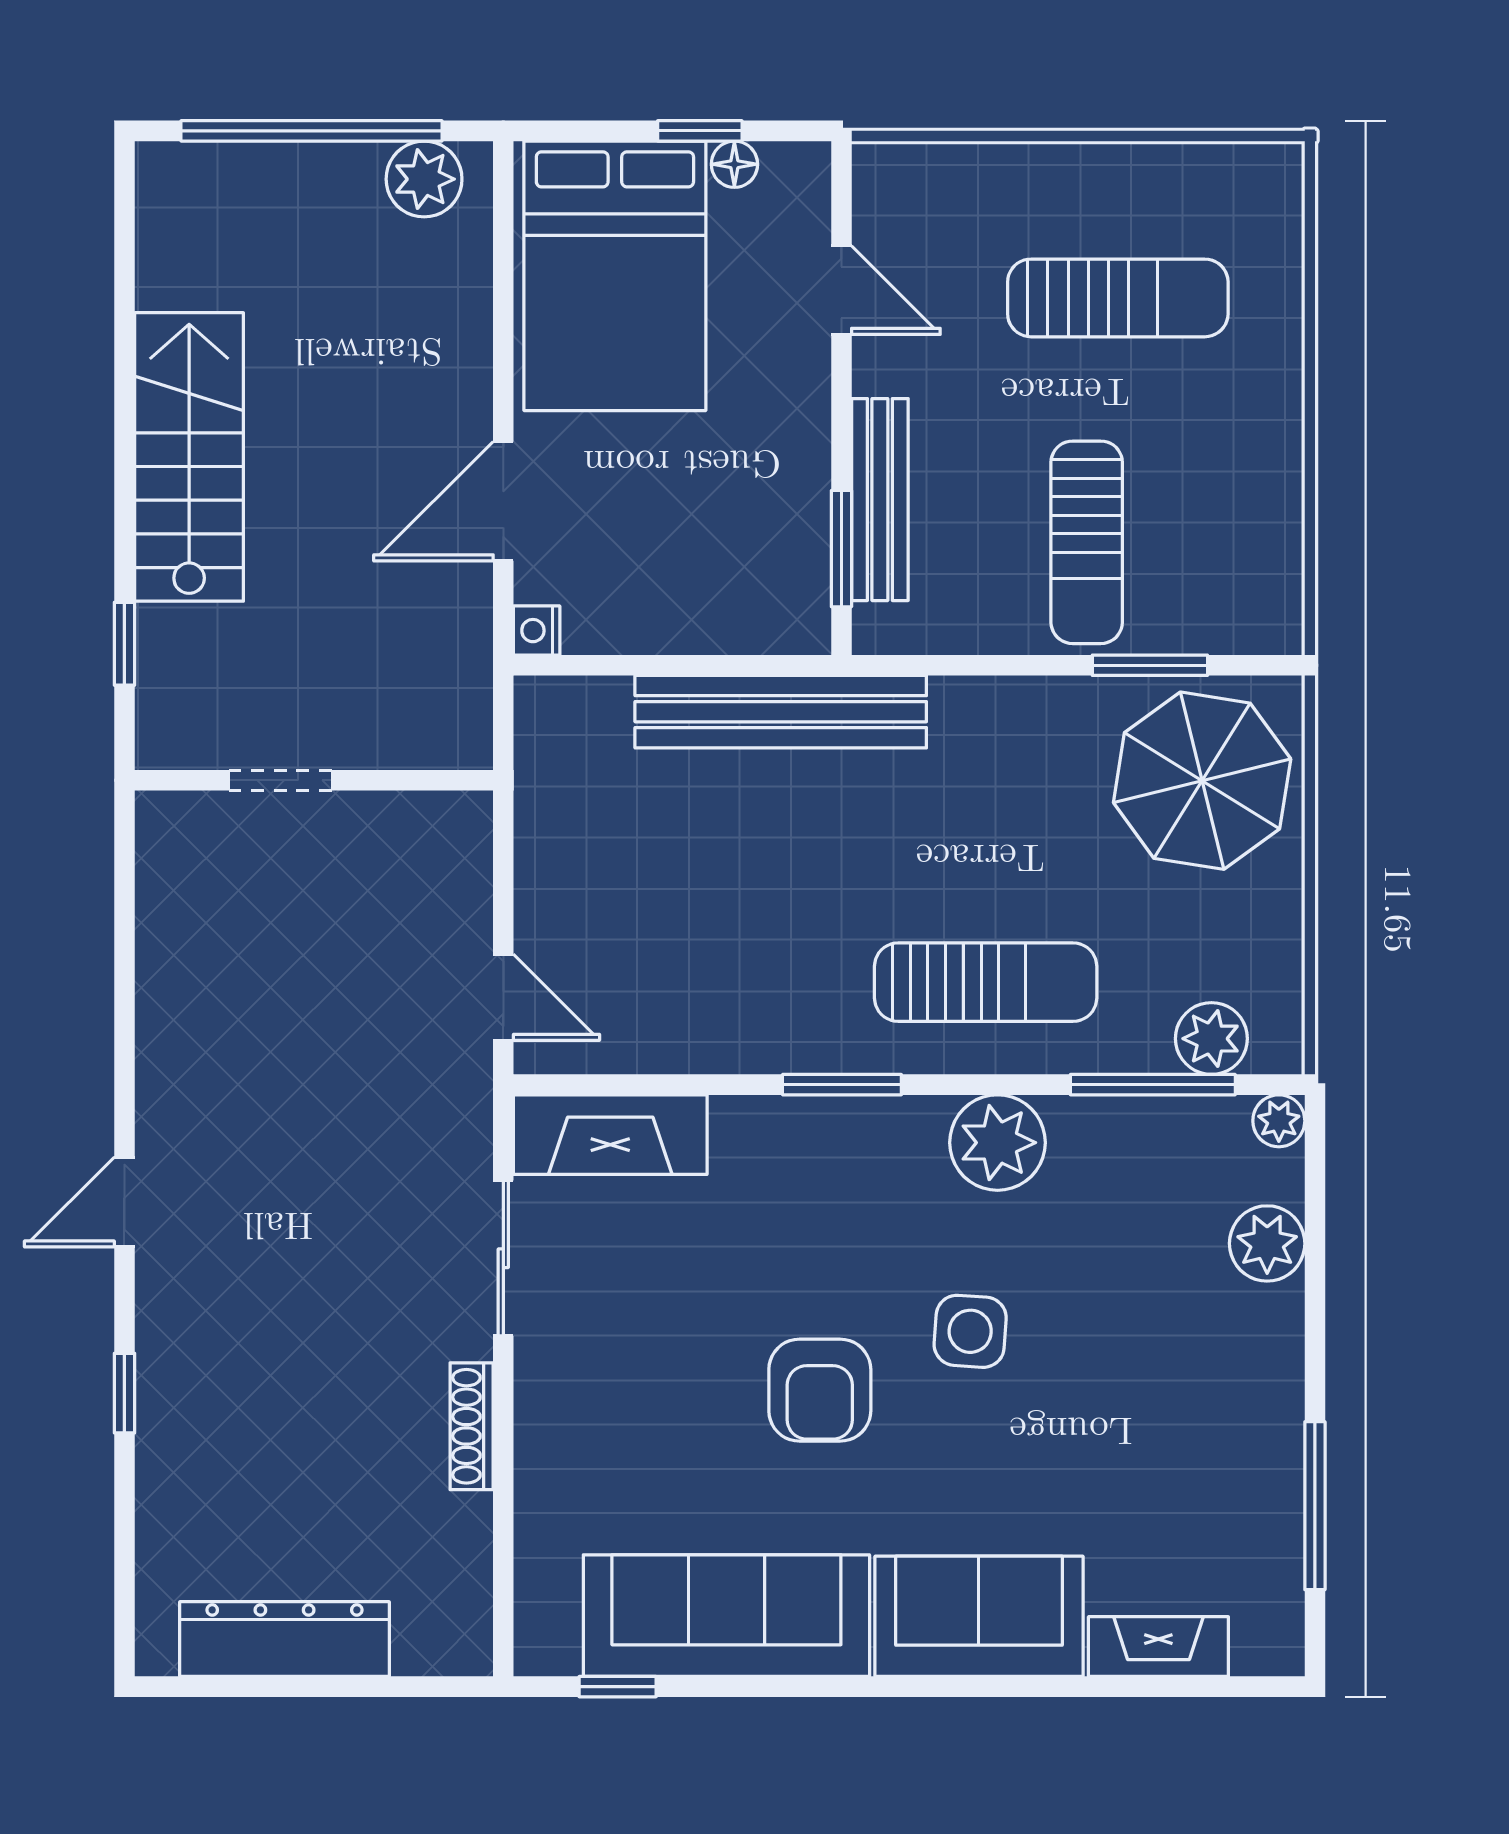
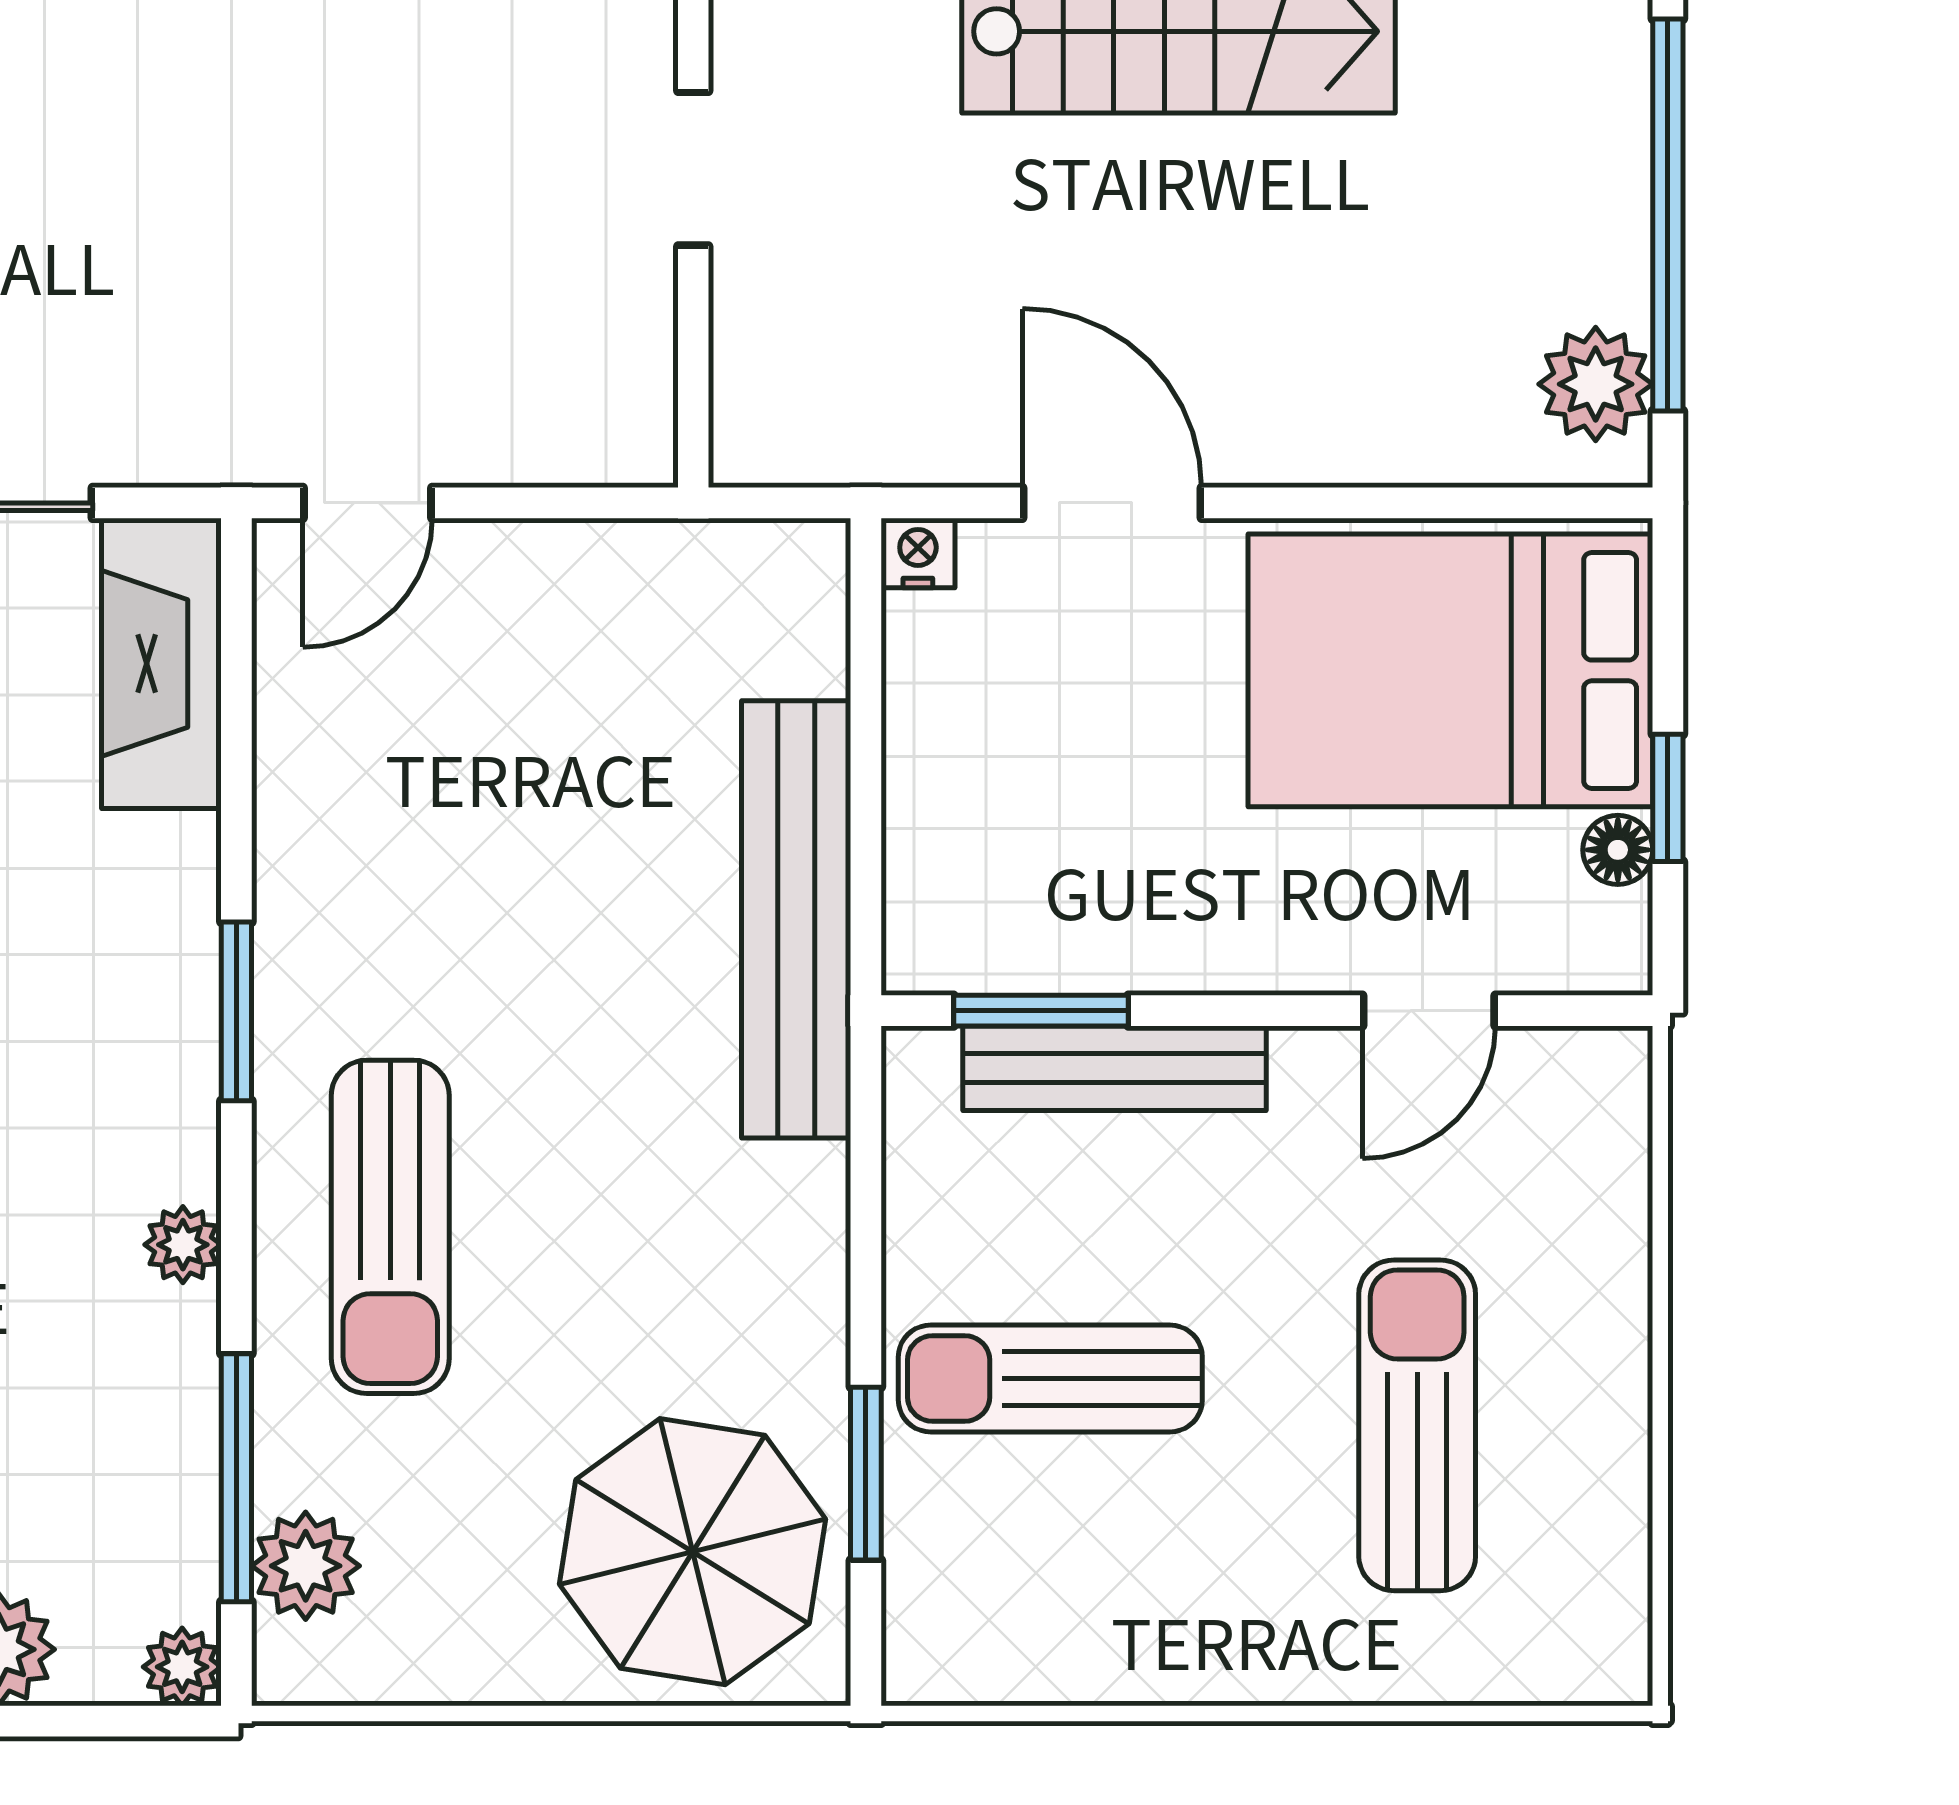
sun lounger: (1118, 298) -> (1417, 1425), turned 180
plant: (998, 1143) -> (183, 1245), width x0.53, depth x0.53

